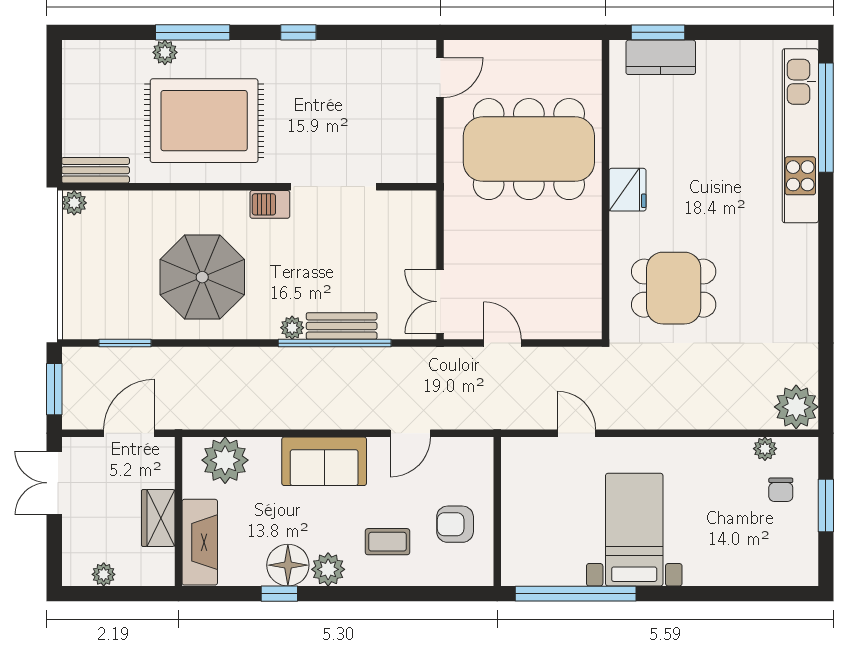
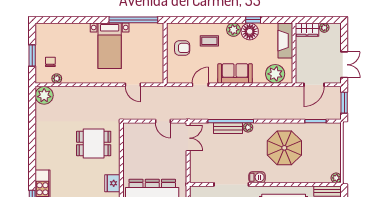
wardrobe: (158, 518) -> (307, 30), moved, turned 90

